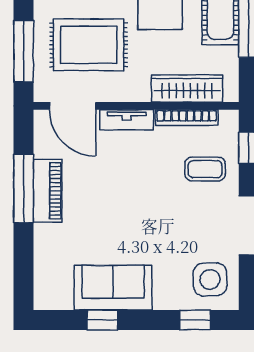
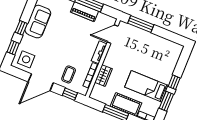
rug: (89, 45) -> (133, 50), removed
wardrobe: (187, 89) -> (103, 76), width x0.67
window: (102, 320) -> (21, 28), moved

